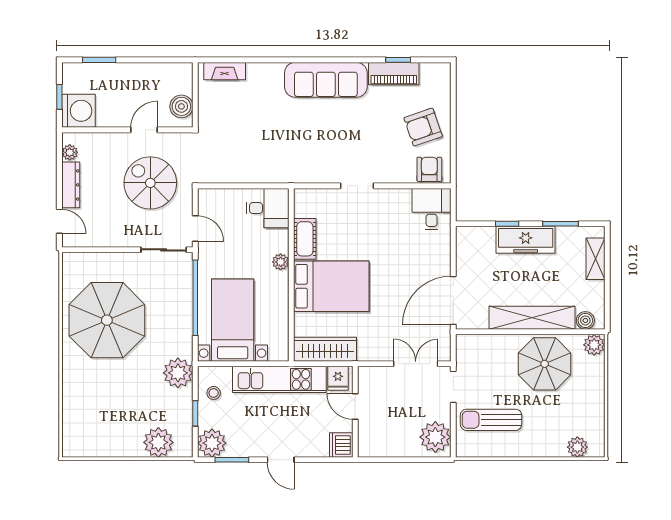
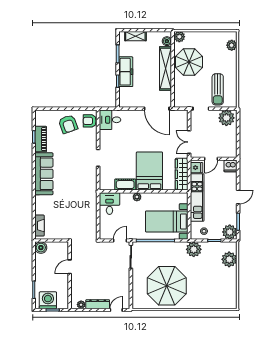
boiler: (181, 106) -> (41, 248), moved
washing machine: (78, 111) -> (48, 300), moved
door: (144, 130) -> (70, 267), hinge flipped
spiral stairs: (150, 183) -> (97, 263), removed
double door: (416, 364) -> (189, 142), moved

